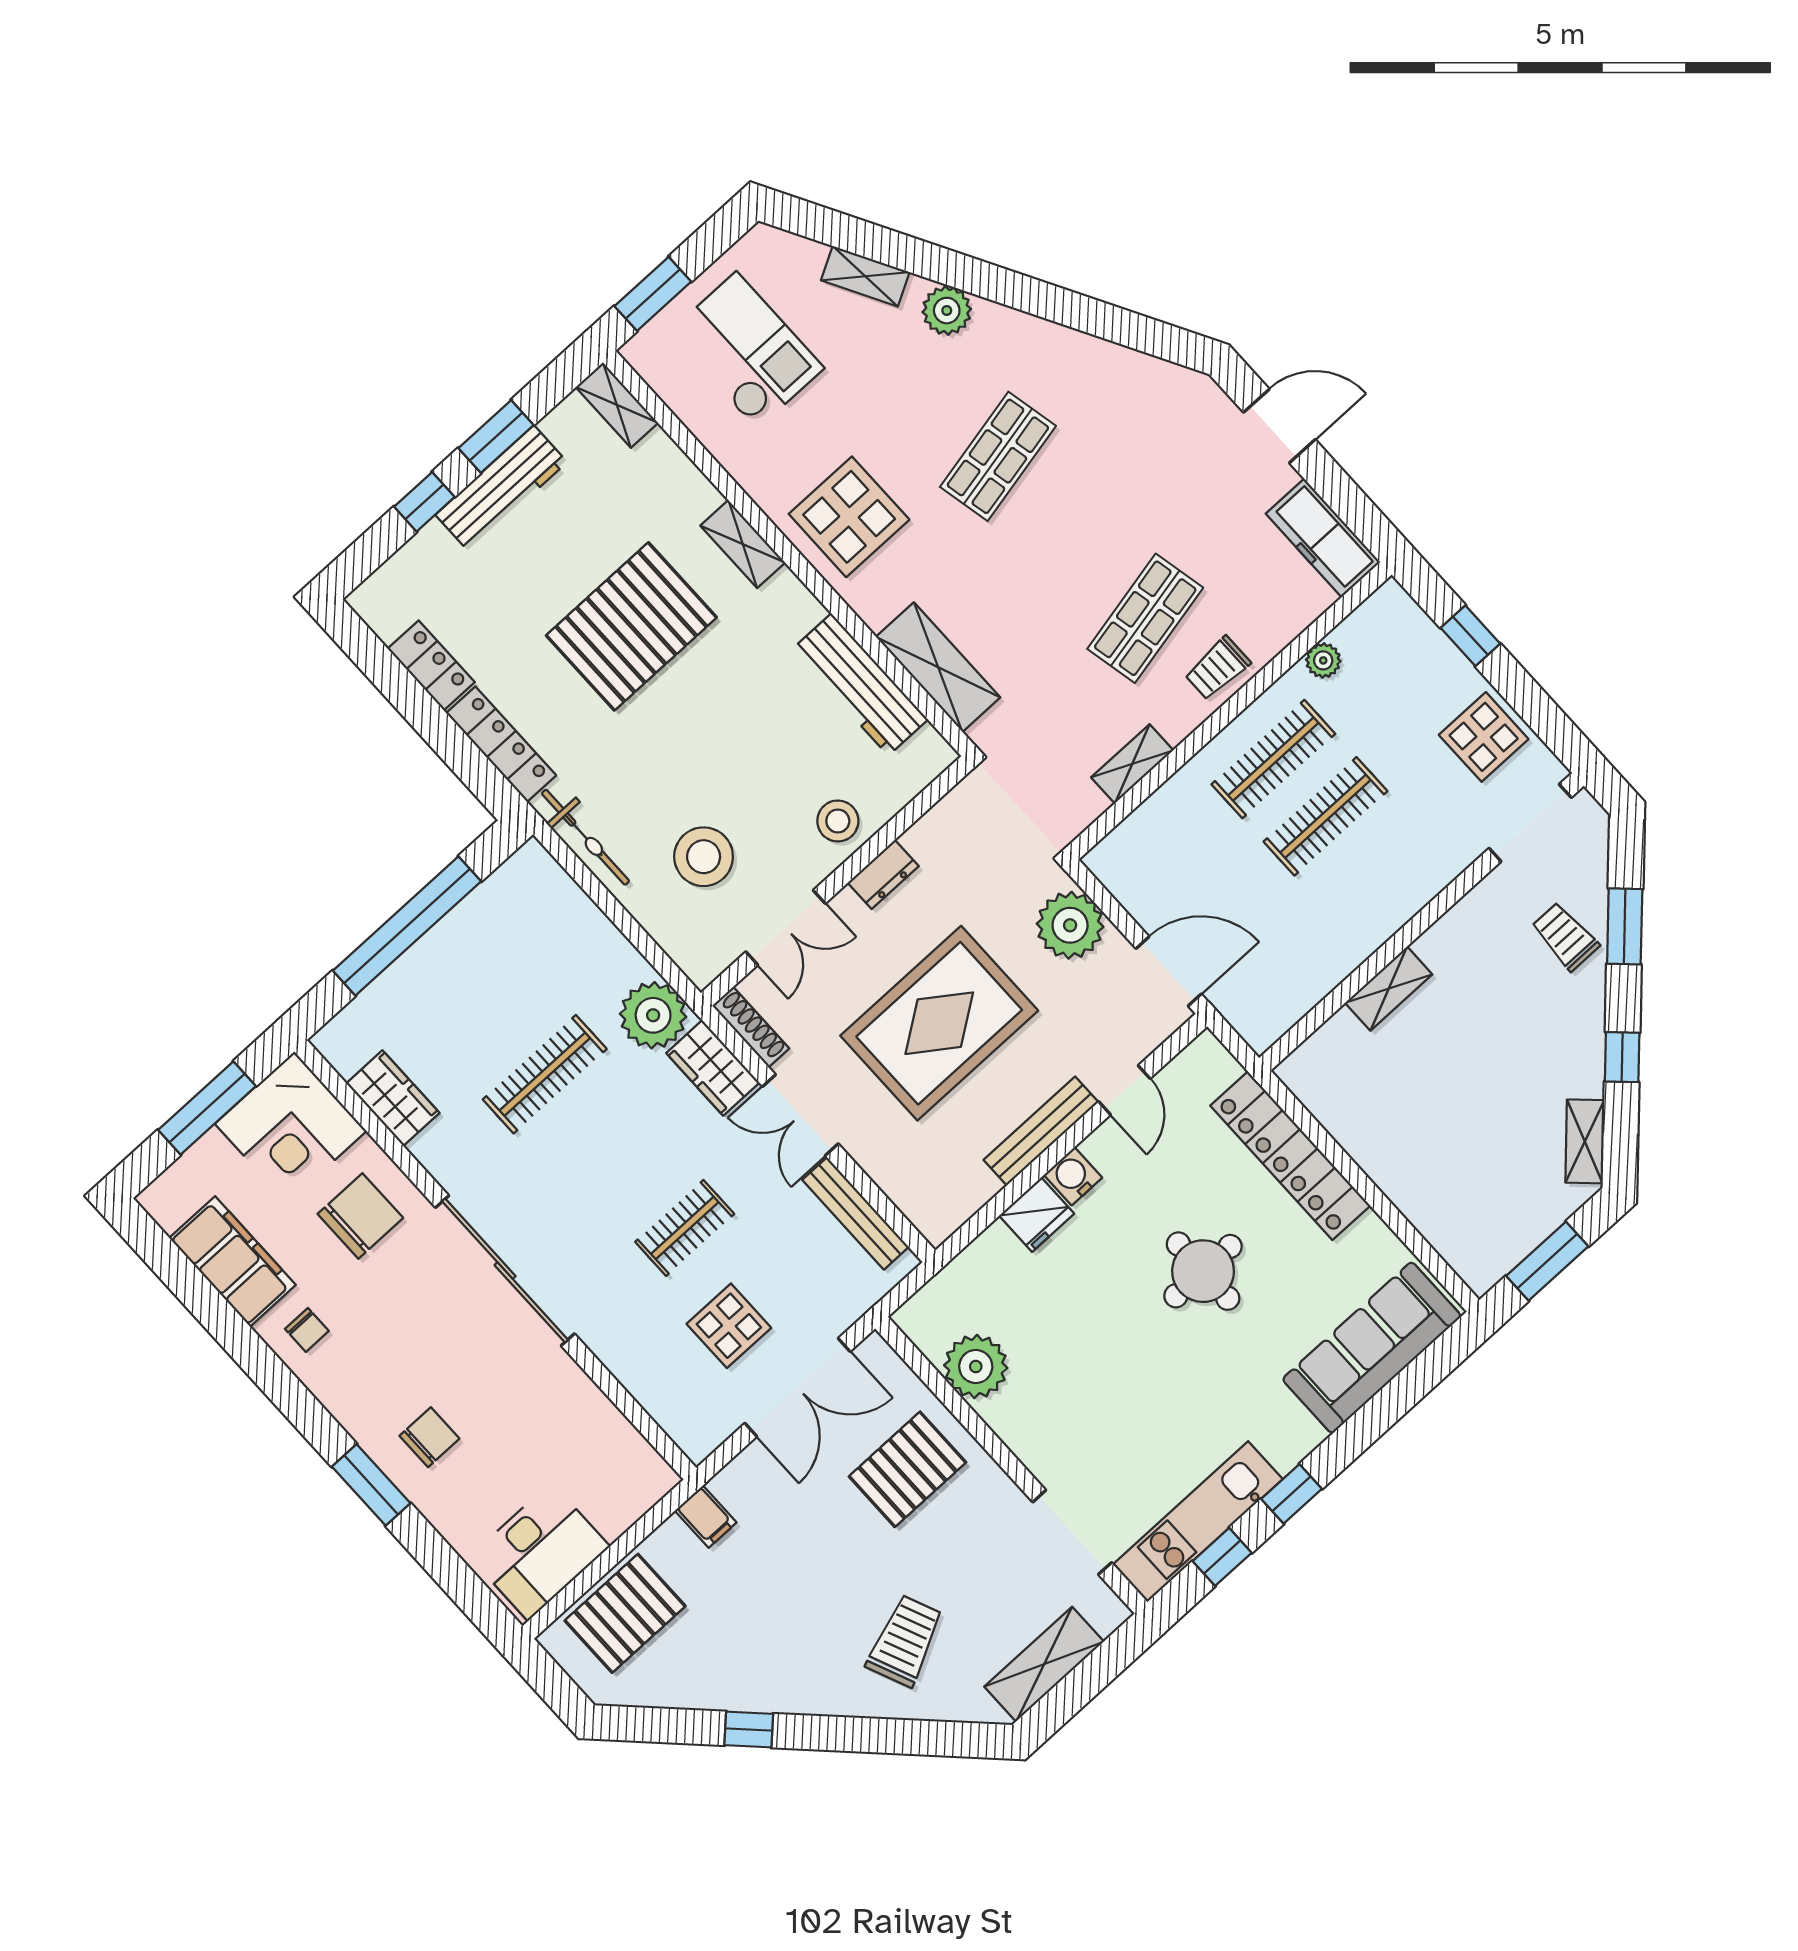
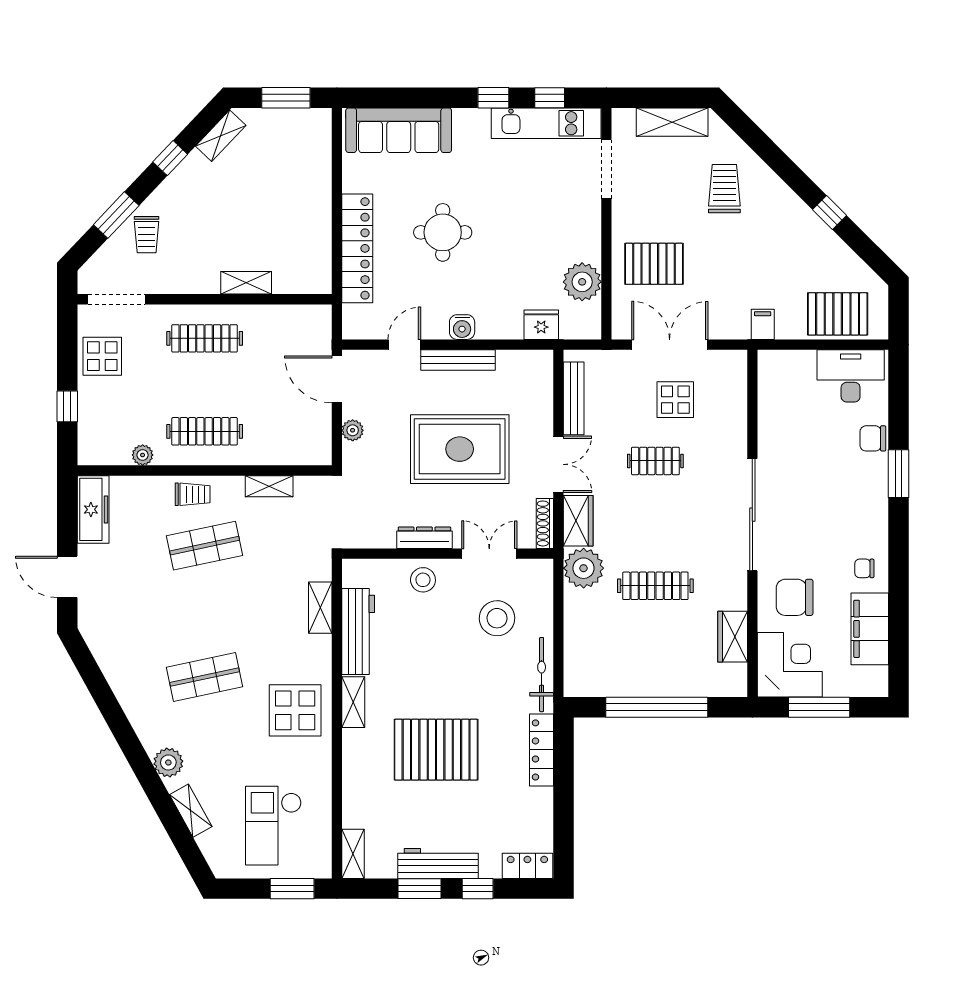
shelving: (743, 544) -> (353, 702), moved
locker: (431, 665) -> (527, 866), moved, turned 90
shelving: (938, 667) -> (320, 608), width x0.67, depth x0.75
clothes rail: (1325, 816) -> (205, 338), moved
dresser: (883, 874) -> (424, 538), width x1.44
plant: (1070, 925) -> (353, 430), width x0.53, depth x0.53
fridge: (1037, 1215) -> (541, 325), moved
chair: (307, 1330) -> (864, 568), turned -90
chair: (429, 1437) -> (873, 438), moved
trolley: (905, 1641) -> (724, 189), turned 113

